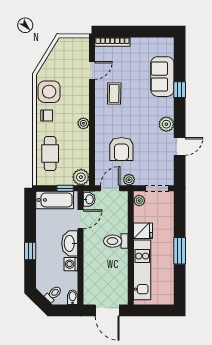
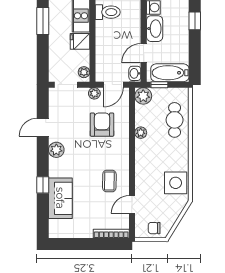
chair: (47, 115) -> (154, 228), moved
plant: (83, 123) -> (141, 133), moved
toilet: (116, 241) -> (108, 12), moved

